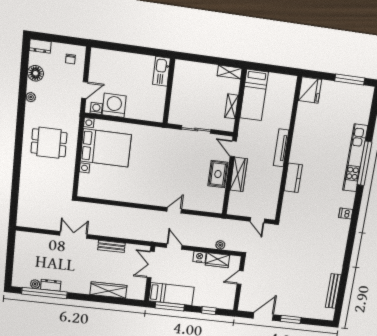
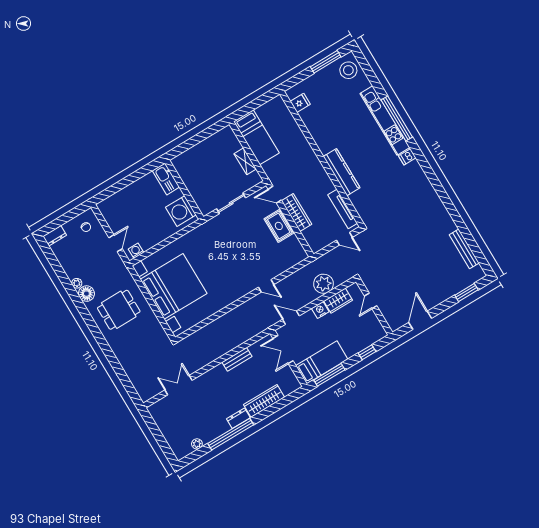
shelving: (230, 72) -> (222, 135), removed
floor lamp: (35, 73) -> (86, 294), moved
fridge: (310, 90) -> (300, 103), width x0.53, depth x0.75
stool: (360, 100) -> (348, 70), added
washing machine: (114, 105) -> (181, 211), moved, turned -90
bed with nightstands: (106, 148) -> (174, 286), width x1.36
tv unit: (281, 148) -> (343, 209), moved
kitchen counter: (293, 178) -> (342, 172), width x1.50
door: (174, 210) -> (266, 286), swing flipped
dishwasher: (346, 214) -> (407, 157), moved
double door: (73, 235) -> (179, 385), moved
plant: (220, 245) -> (324, 284), width x1.87, depth x1.87
dresser: (51, 285) -> (238, 418), moved
window: (44, 293) -> (231, 434), moved
window: (291, 319) -> (466, 292), moved

